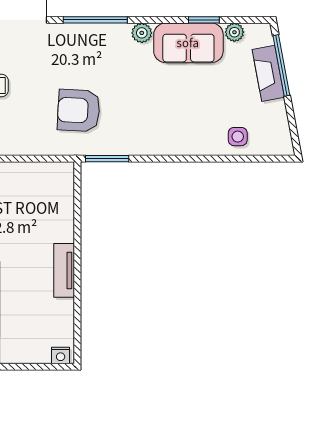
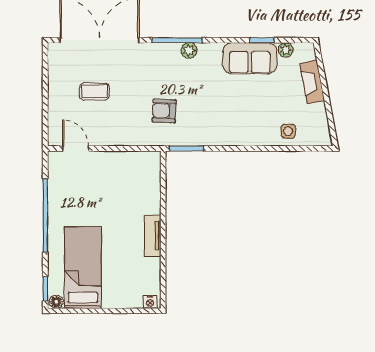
plant: (142, 33) -> (189, 50), moved
window: (281, 65) -> (322, 76), removed
armchair: (79, 110) -> (164, 111), width x0.72, depth x0.72

